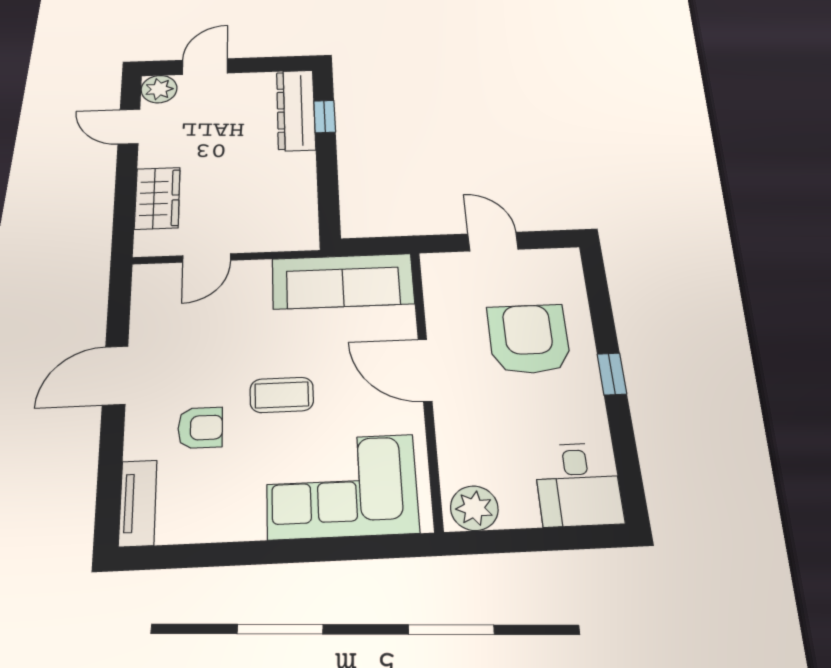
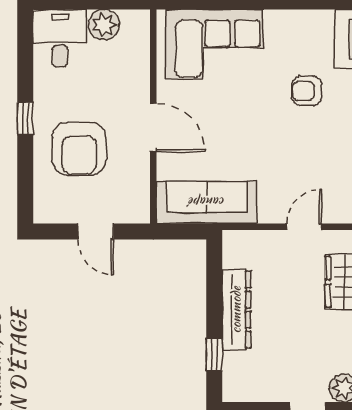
dresser: (296, 110) -> (236, 310), moved
coffee table: (282, 395) -> (252, 113), removed
plant: (474, 508) -> (104, 25), moved

